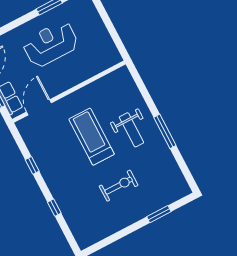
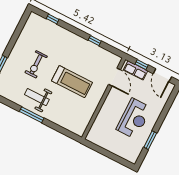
weight bench: (131, 130) -> (37, 97), moved
window: (54, 208) -> (53, 19), moved

